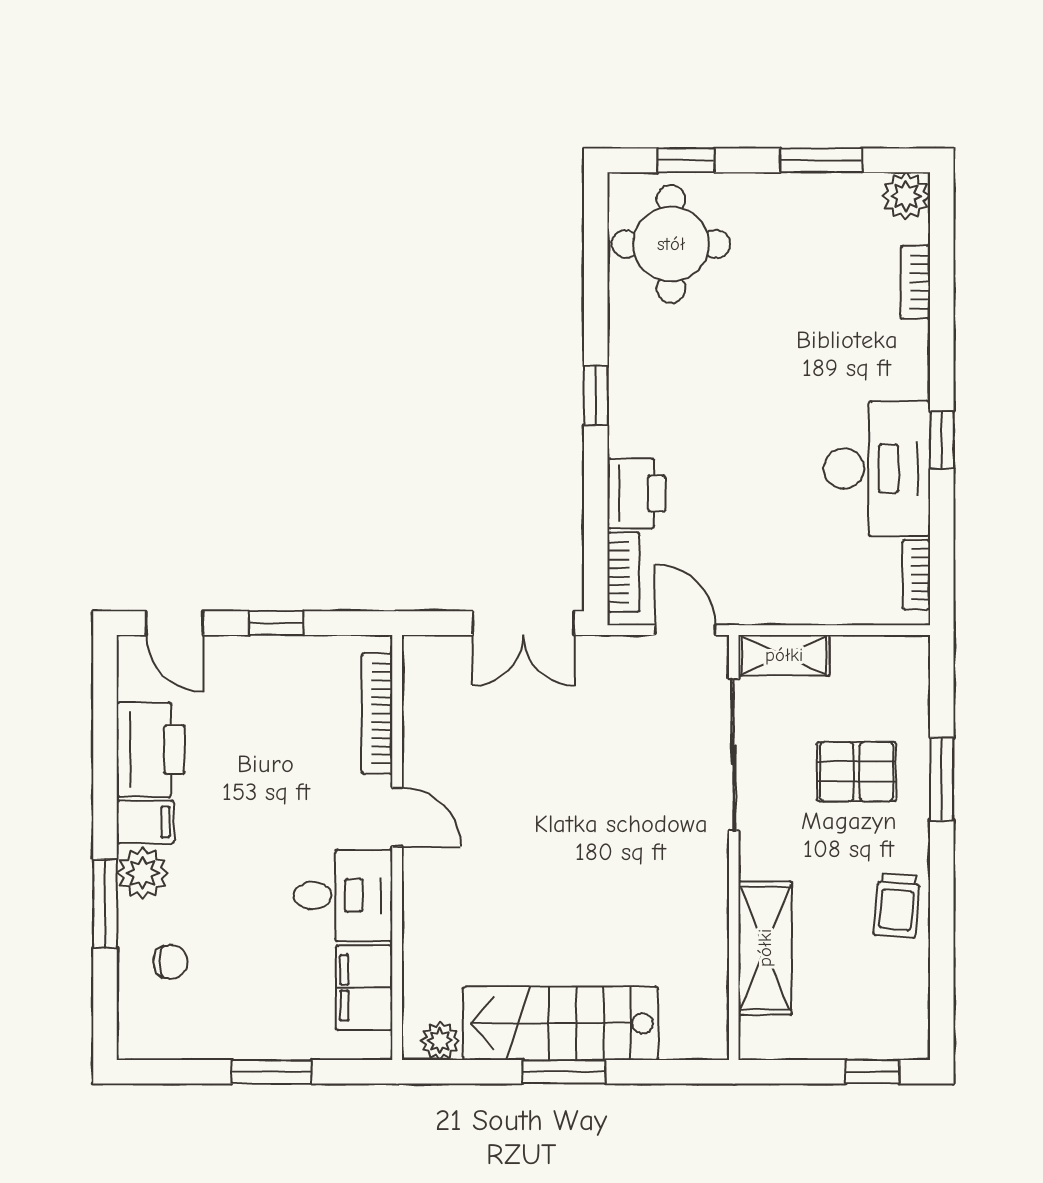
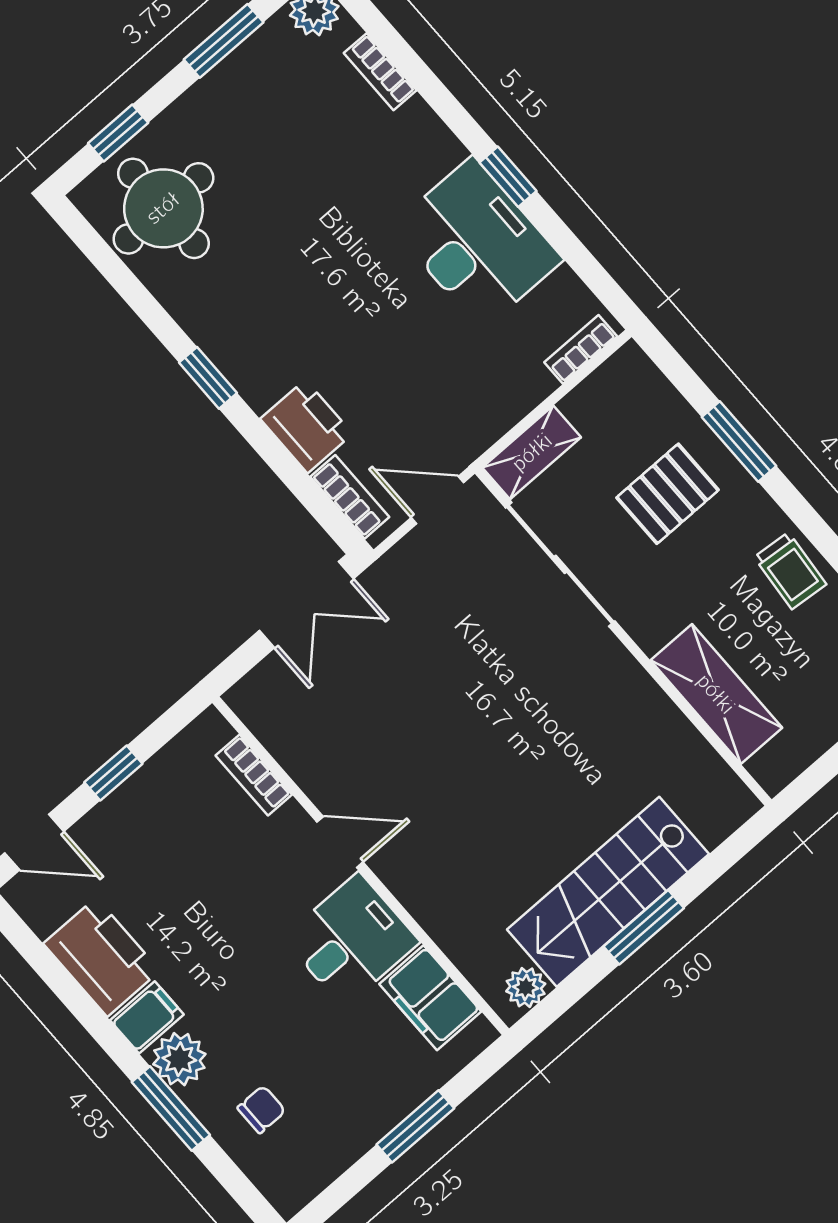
bookcase: (916, 575) -> (581, 349), moved, turned 90
bookcase: (377, 714) -> (254, 775), width x0.64

